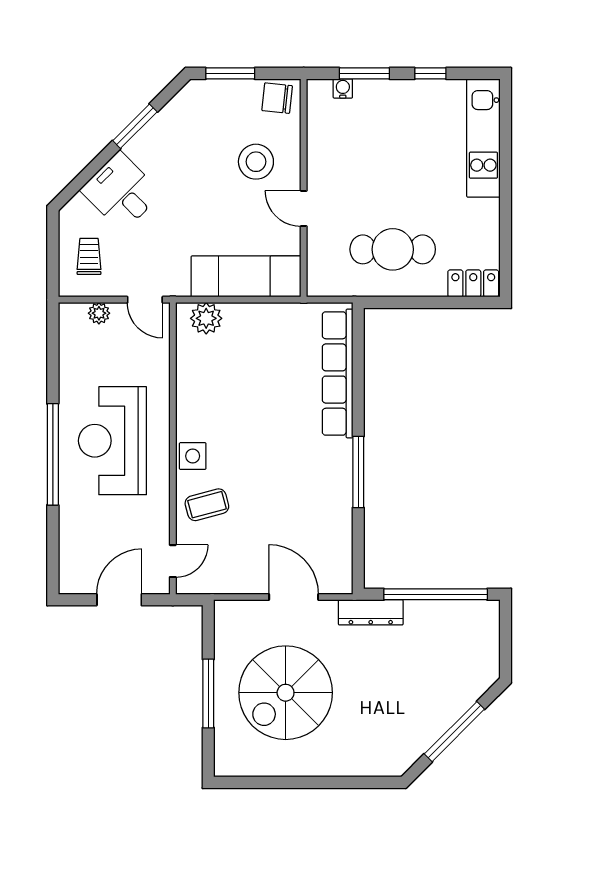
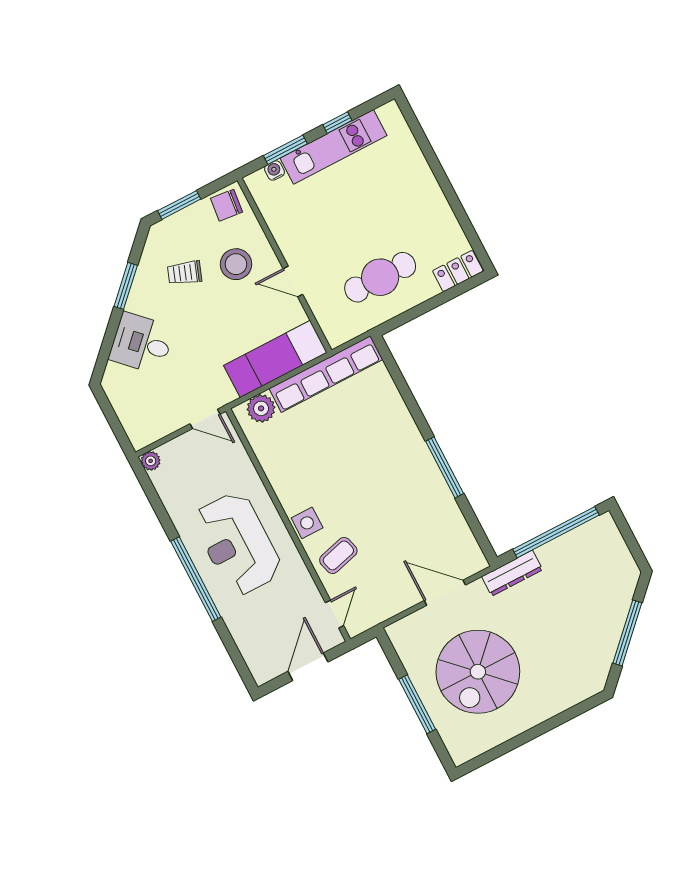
kitchen unit: (483, 138) -> (333, 147), moved, turned -90
trolley: (89, 256) -> (185, 273), moved, turned -70
plant: (99, 313) -> (151, 461), moved
row of seats: (338, 373) -> (326, 374), moved, turned -90

